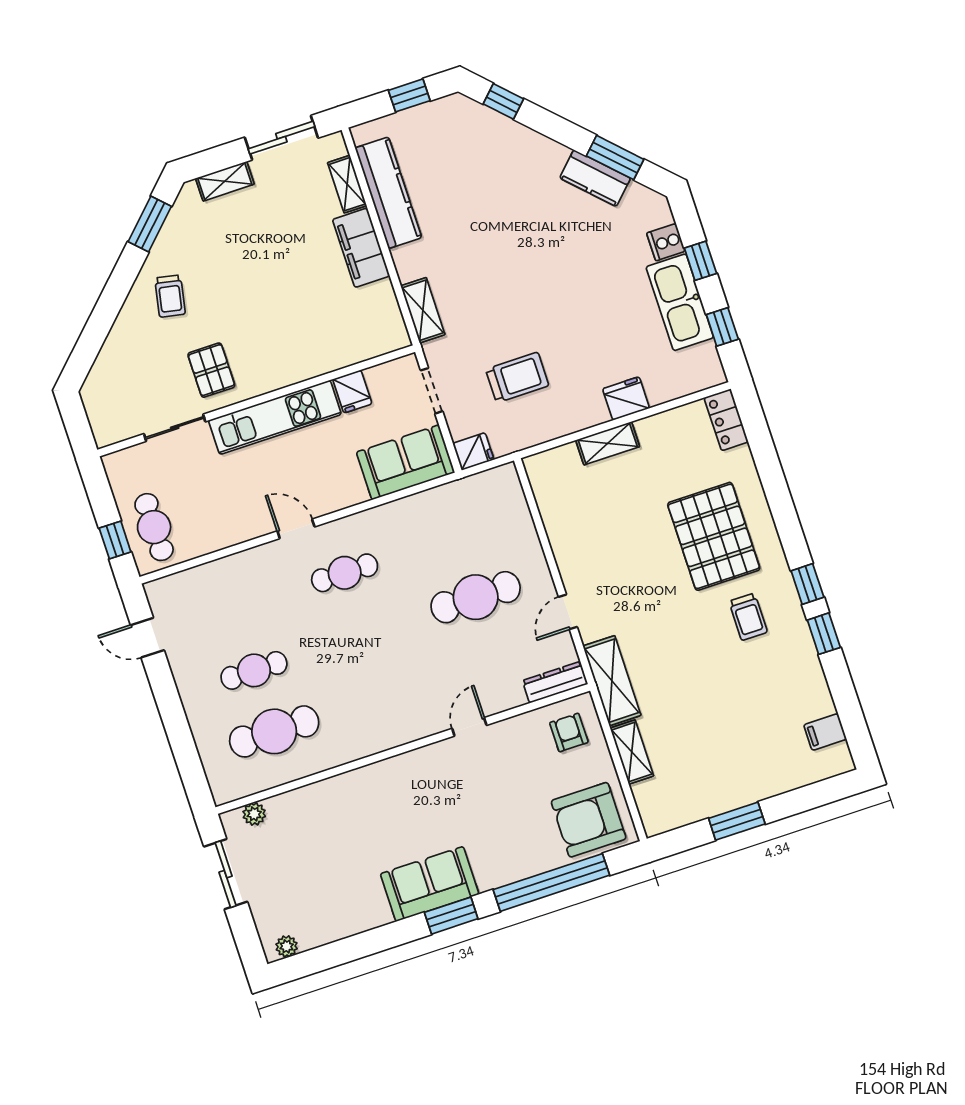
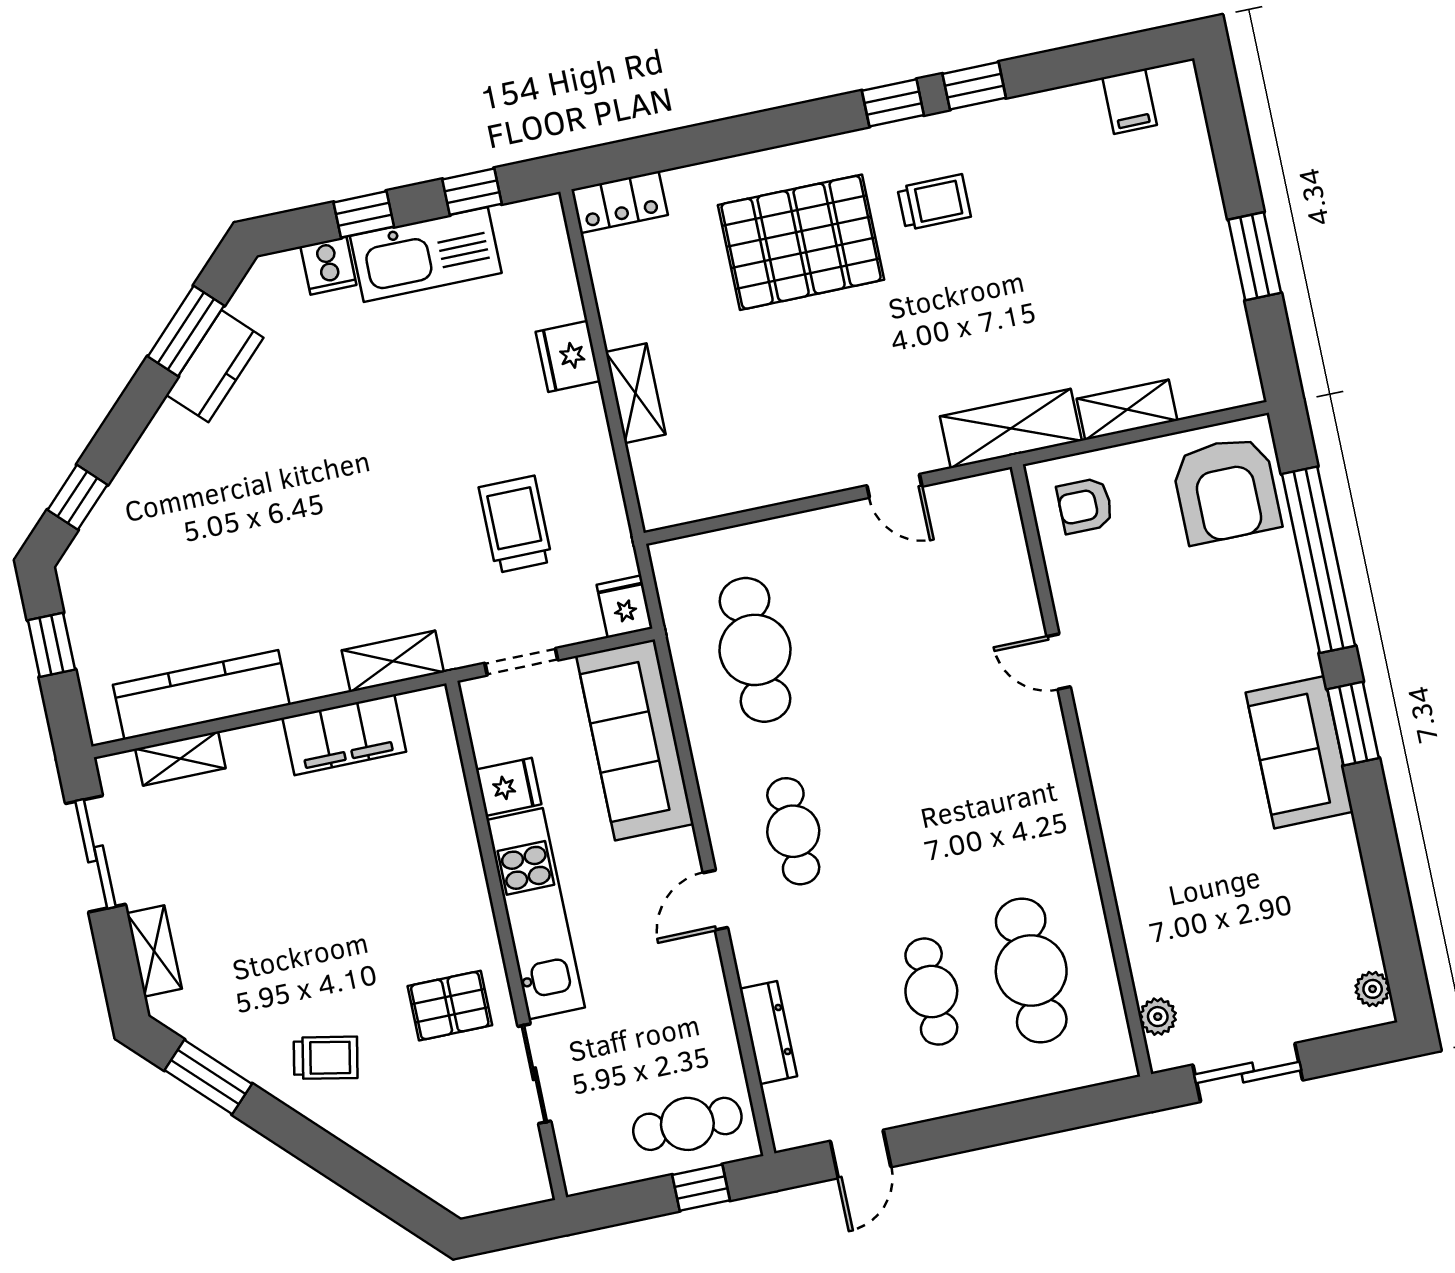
filing cabinet: (361, 248) -> (344, 735), moved
sofa: (406, 462) -> (635, 740), width x1.36
cafe table: (476, 597) -> (755, 650), moved
dresser: (555, 682) -> (768, 1033), moved, turned 180

